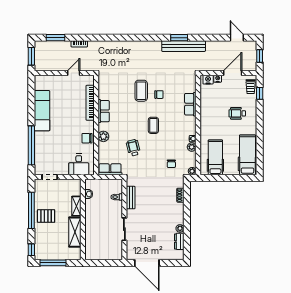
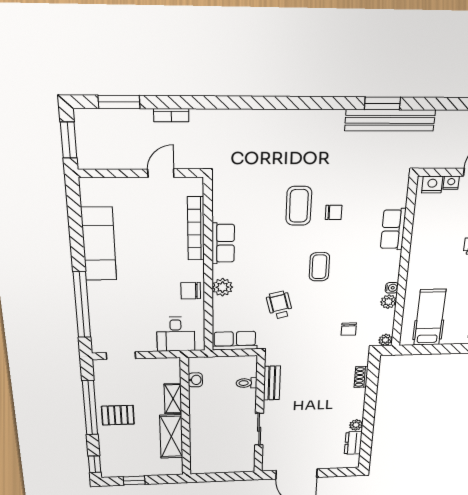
window: (53, 263) -> (134, 480), width x0.46

